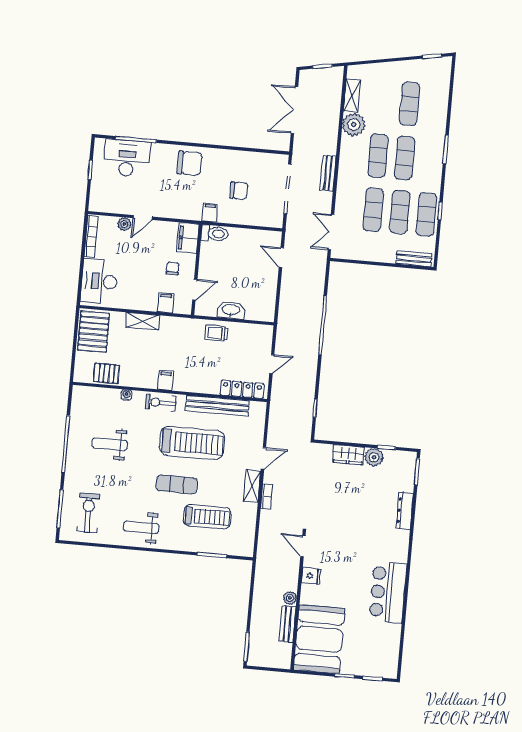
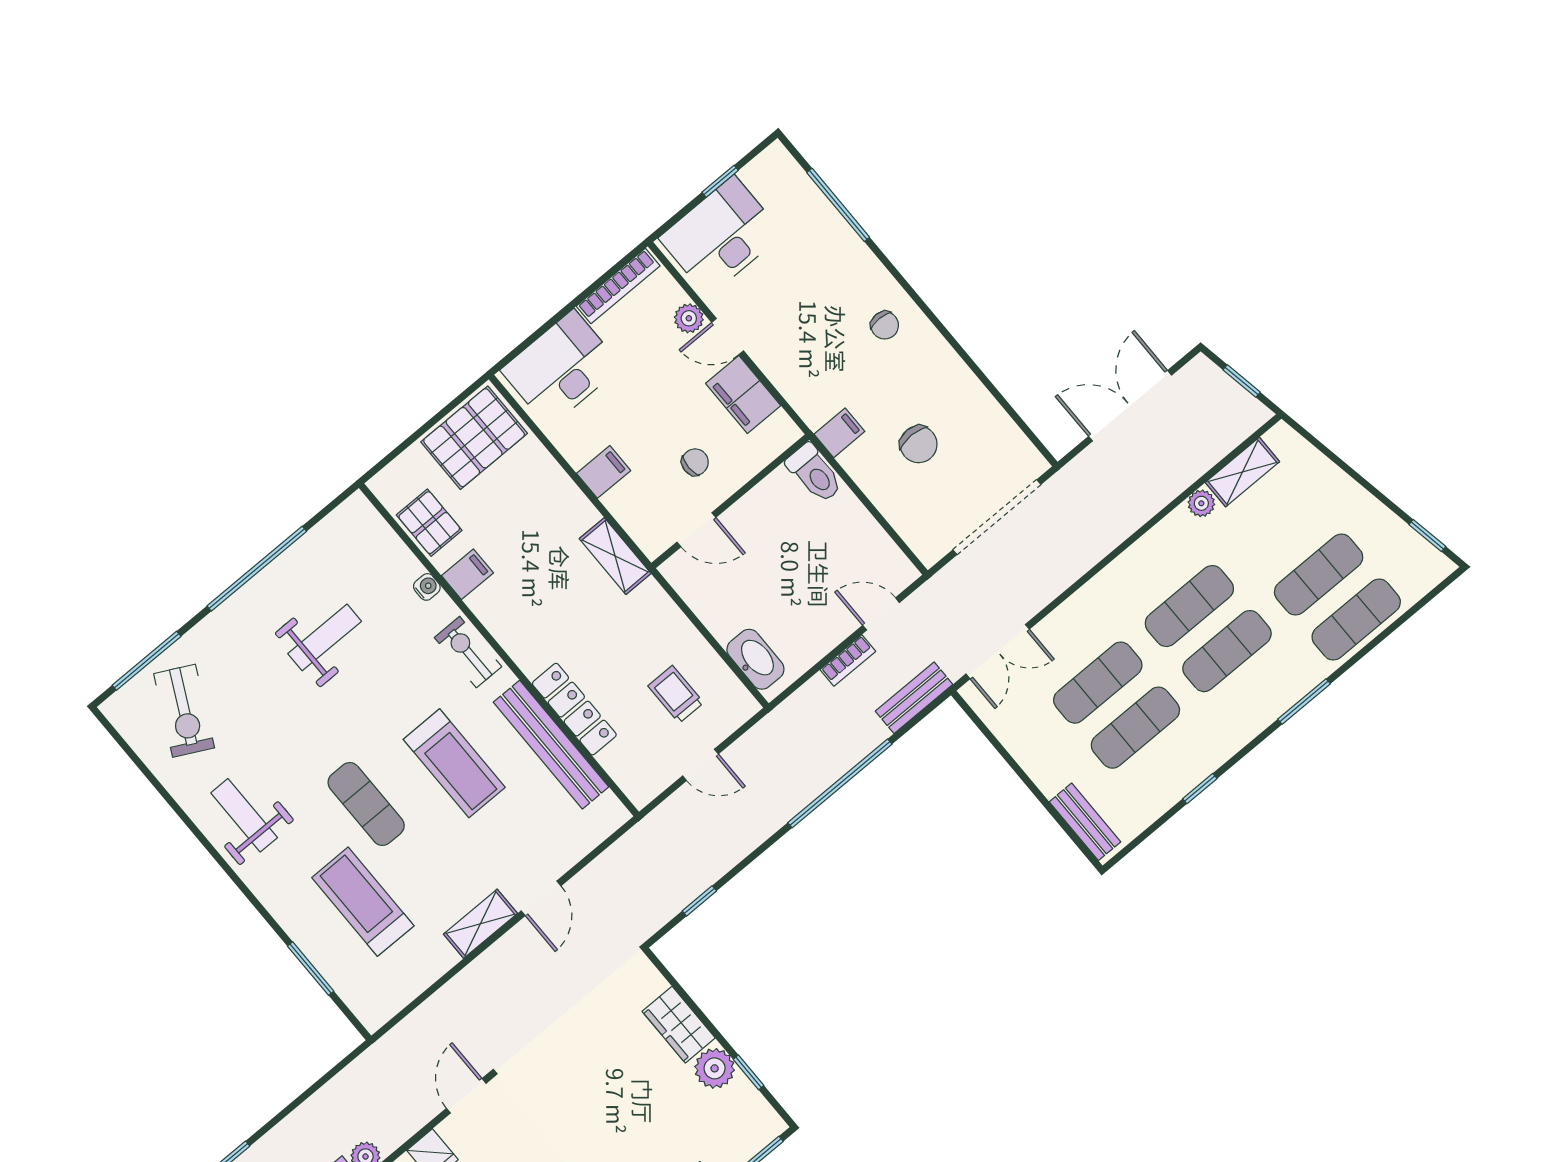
plant: (354, 124) -> (1201, 503), width x0.53, depth x0.53
desk: (127, 158) -> (721, 236), moved, turned -90
chair: (190, 163) -> (885, 325), width x0.54, depth x0.54
bench: (328, 173) -> (914, 698), moved
exercise mat: (426, 214) -> (1356, 620), moved
double door: (331, 232) -> (998, 652), swing flipped
filing cabinet: (188, 238) -> (743, 394), moved, turned -90
door: (281, 257) -> (881, 614), hinge flipped
filing cabinet: (166, 303) -> (604, 472), moved
washbasin: (231, 310) -> (755, 659), moved
shelving: (143, 321) -> (615, 556), moved
trolley: (216, 333) -> (676, 694), moved
filing cabinet: (165, 380) -> (467, 574), moved
locker: (242, 389) -> (574, 709), moved
treadmill: (192, 443) -> (454, 763), width x0.73, depth x0.73
weight bench: (110, 444) -> (325, 637), turned 90
door: (263, 458) -> (541, 898), hinge flipped
bookcase: (267, 496) -> (848, 660), moved
exercise bike: (88, 513) -> (184, 711), turned 117
treadmill: (207, 517) -> (363, 902), turned 180

